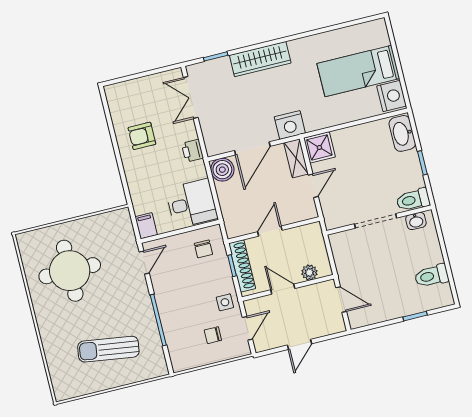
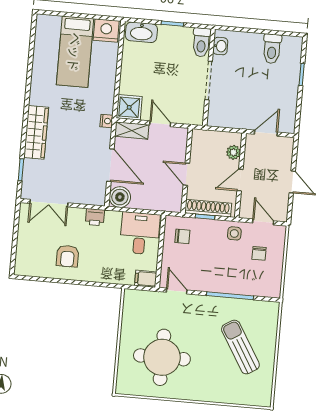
nightstand: (290, 125) -> (106, 121), width x0.53, depth x0.56
sun lounger: (108, 349) -> (240, 347), turned 141

